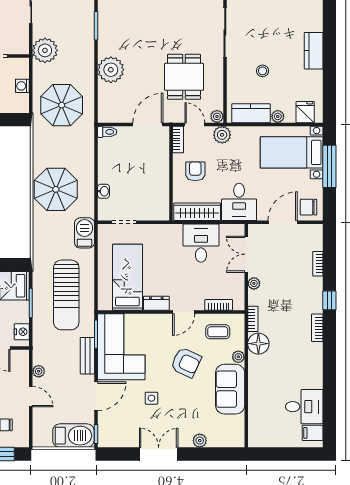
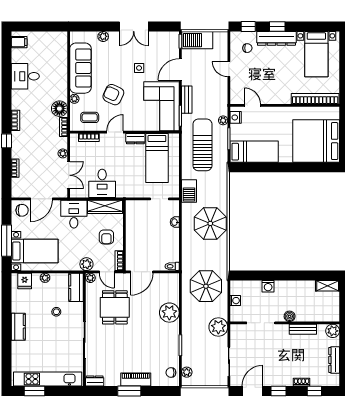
kitchen counter: (251, 113) -> (76, 287), moved, turned 90
plant: (39, 371) -> (223, 120), moved
sofa: (230, 389) -> (80, 68), width x1.36
desk: (304, 407) -> (25, 76), moved

